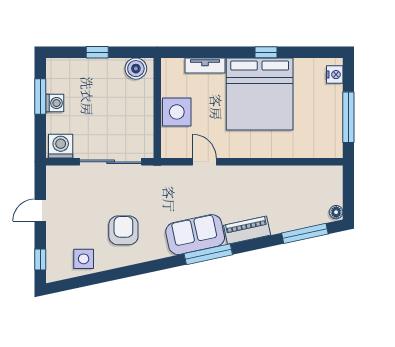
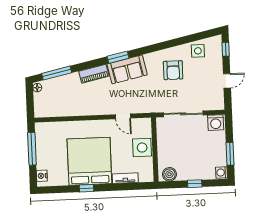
washing machine: (55, 103) -> (222, 172), moved
window: (208, 254) -> (118, 57), width x0.69

